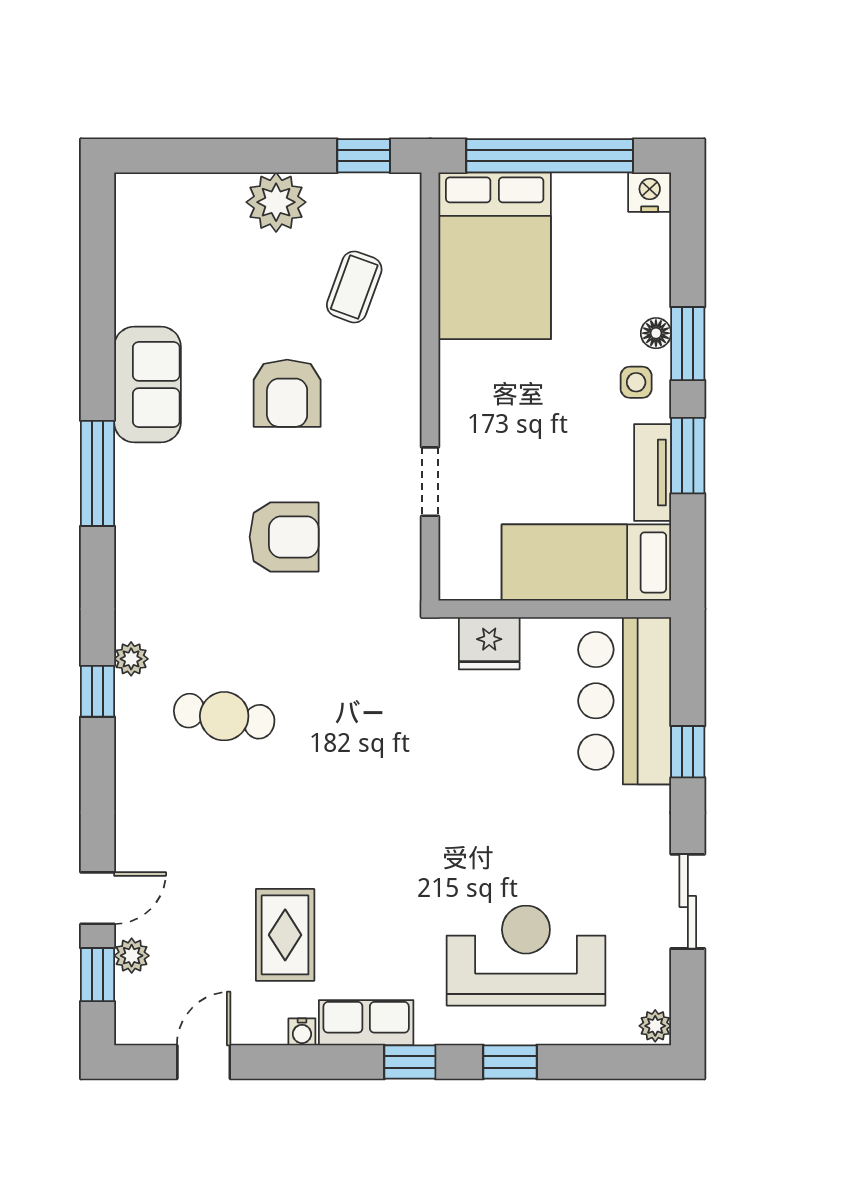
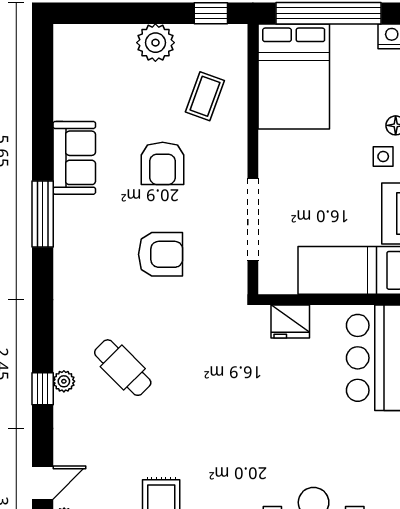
doorway: (430, 482) -> (253, 219), width x1.88
plant: (131, 659) -> (64, 381), moved
window: (97, 691) -> (43, 389), moved
cafe table: (224, 716) -> (123, 368), turned 36

